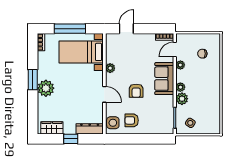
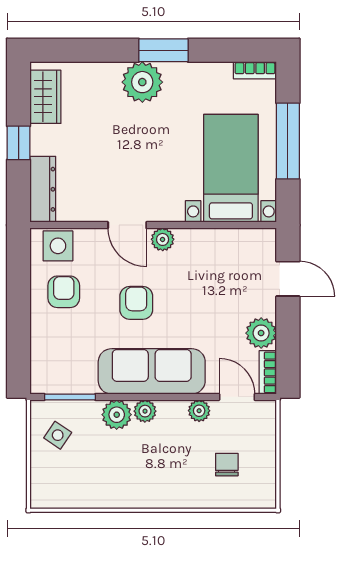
plant: (149, 40) -> (261, 333), added
plant: (110, 68) -> (163, 239), moved
sofa: (164, 79) -> (152, 371), width x1.36
armchair: (136, 91) -> (136, 303), turned 90
door: (104, 94) -> (127, 225), hinge flipped

